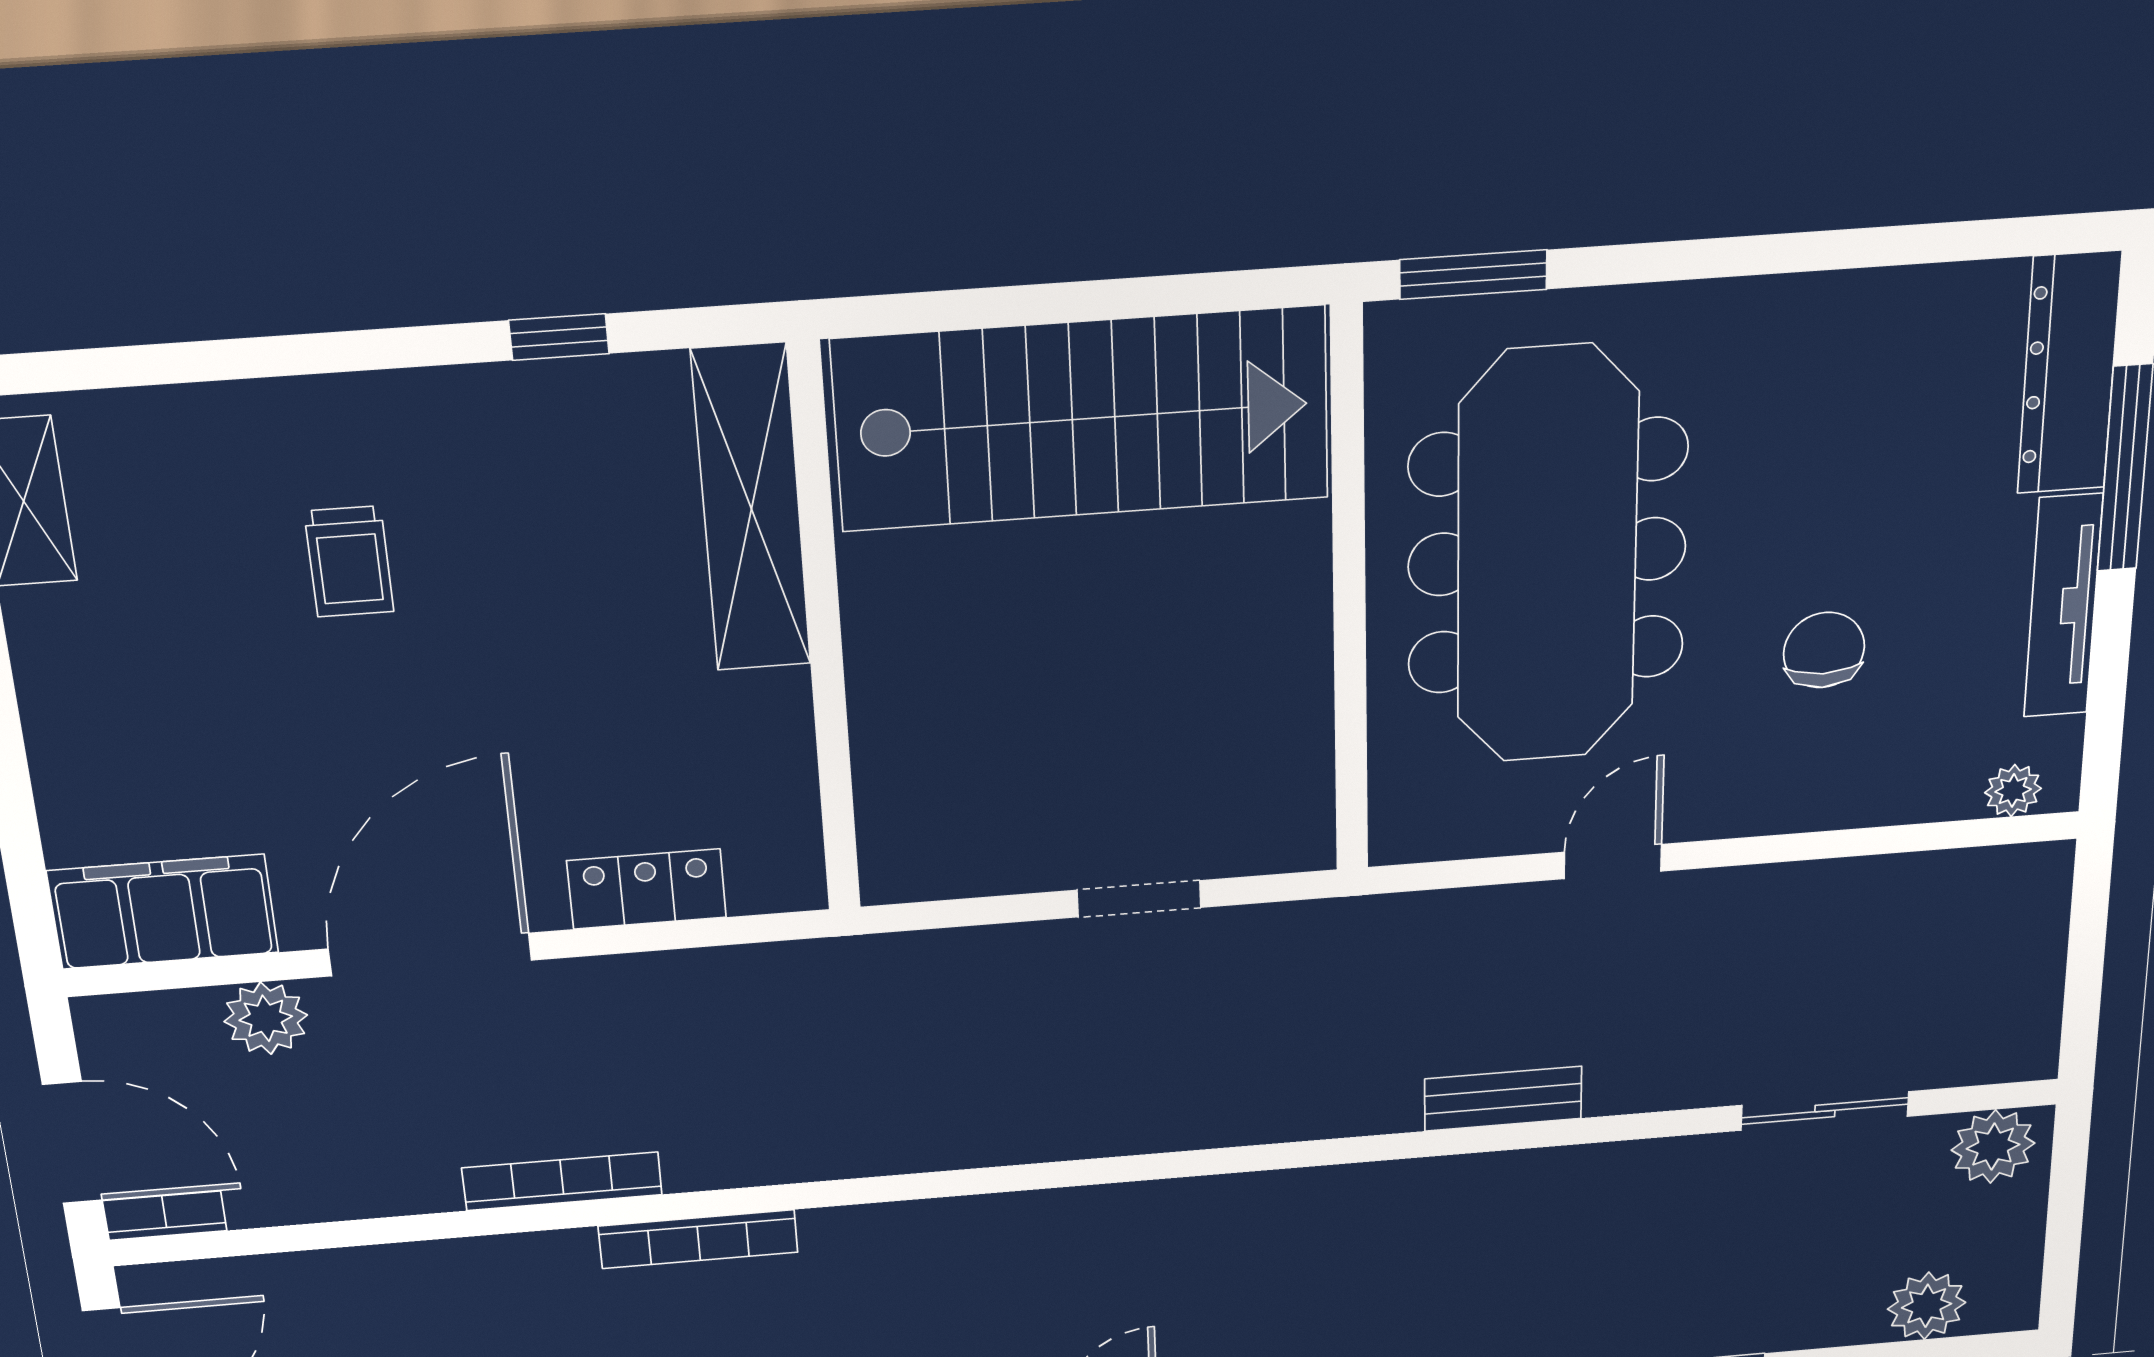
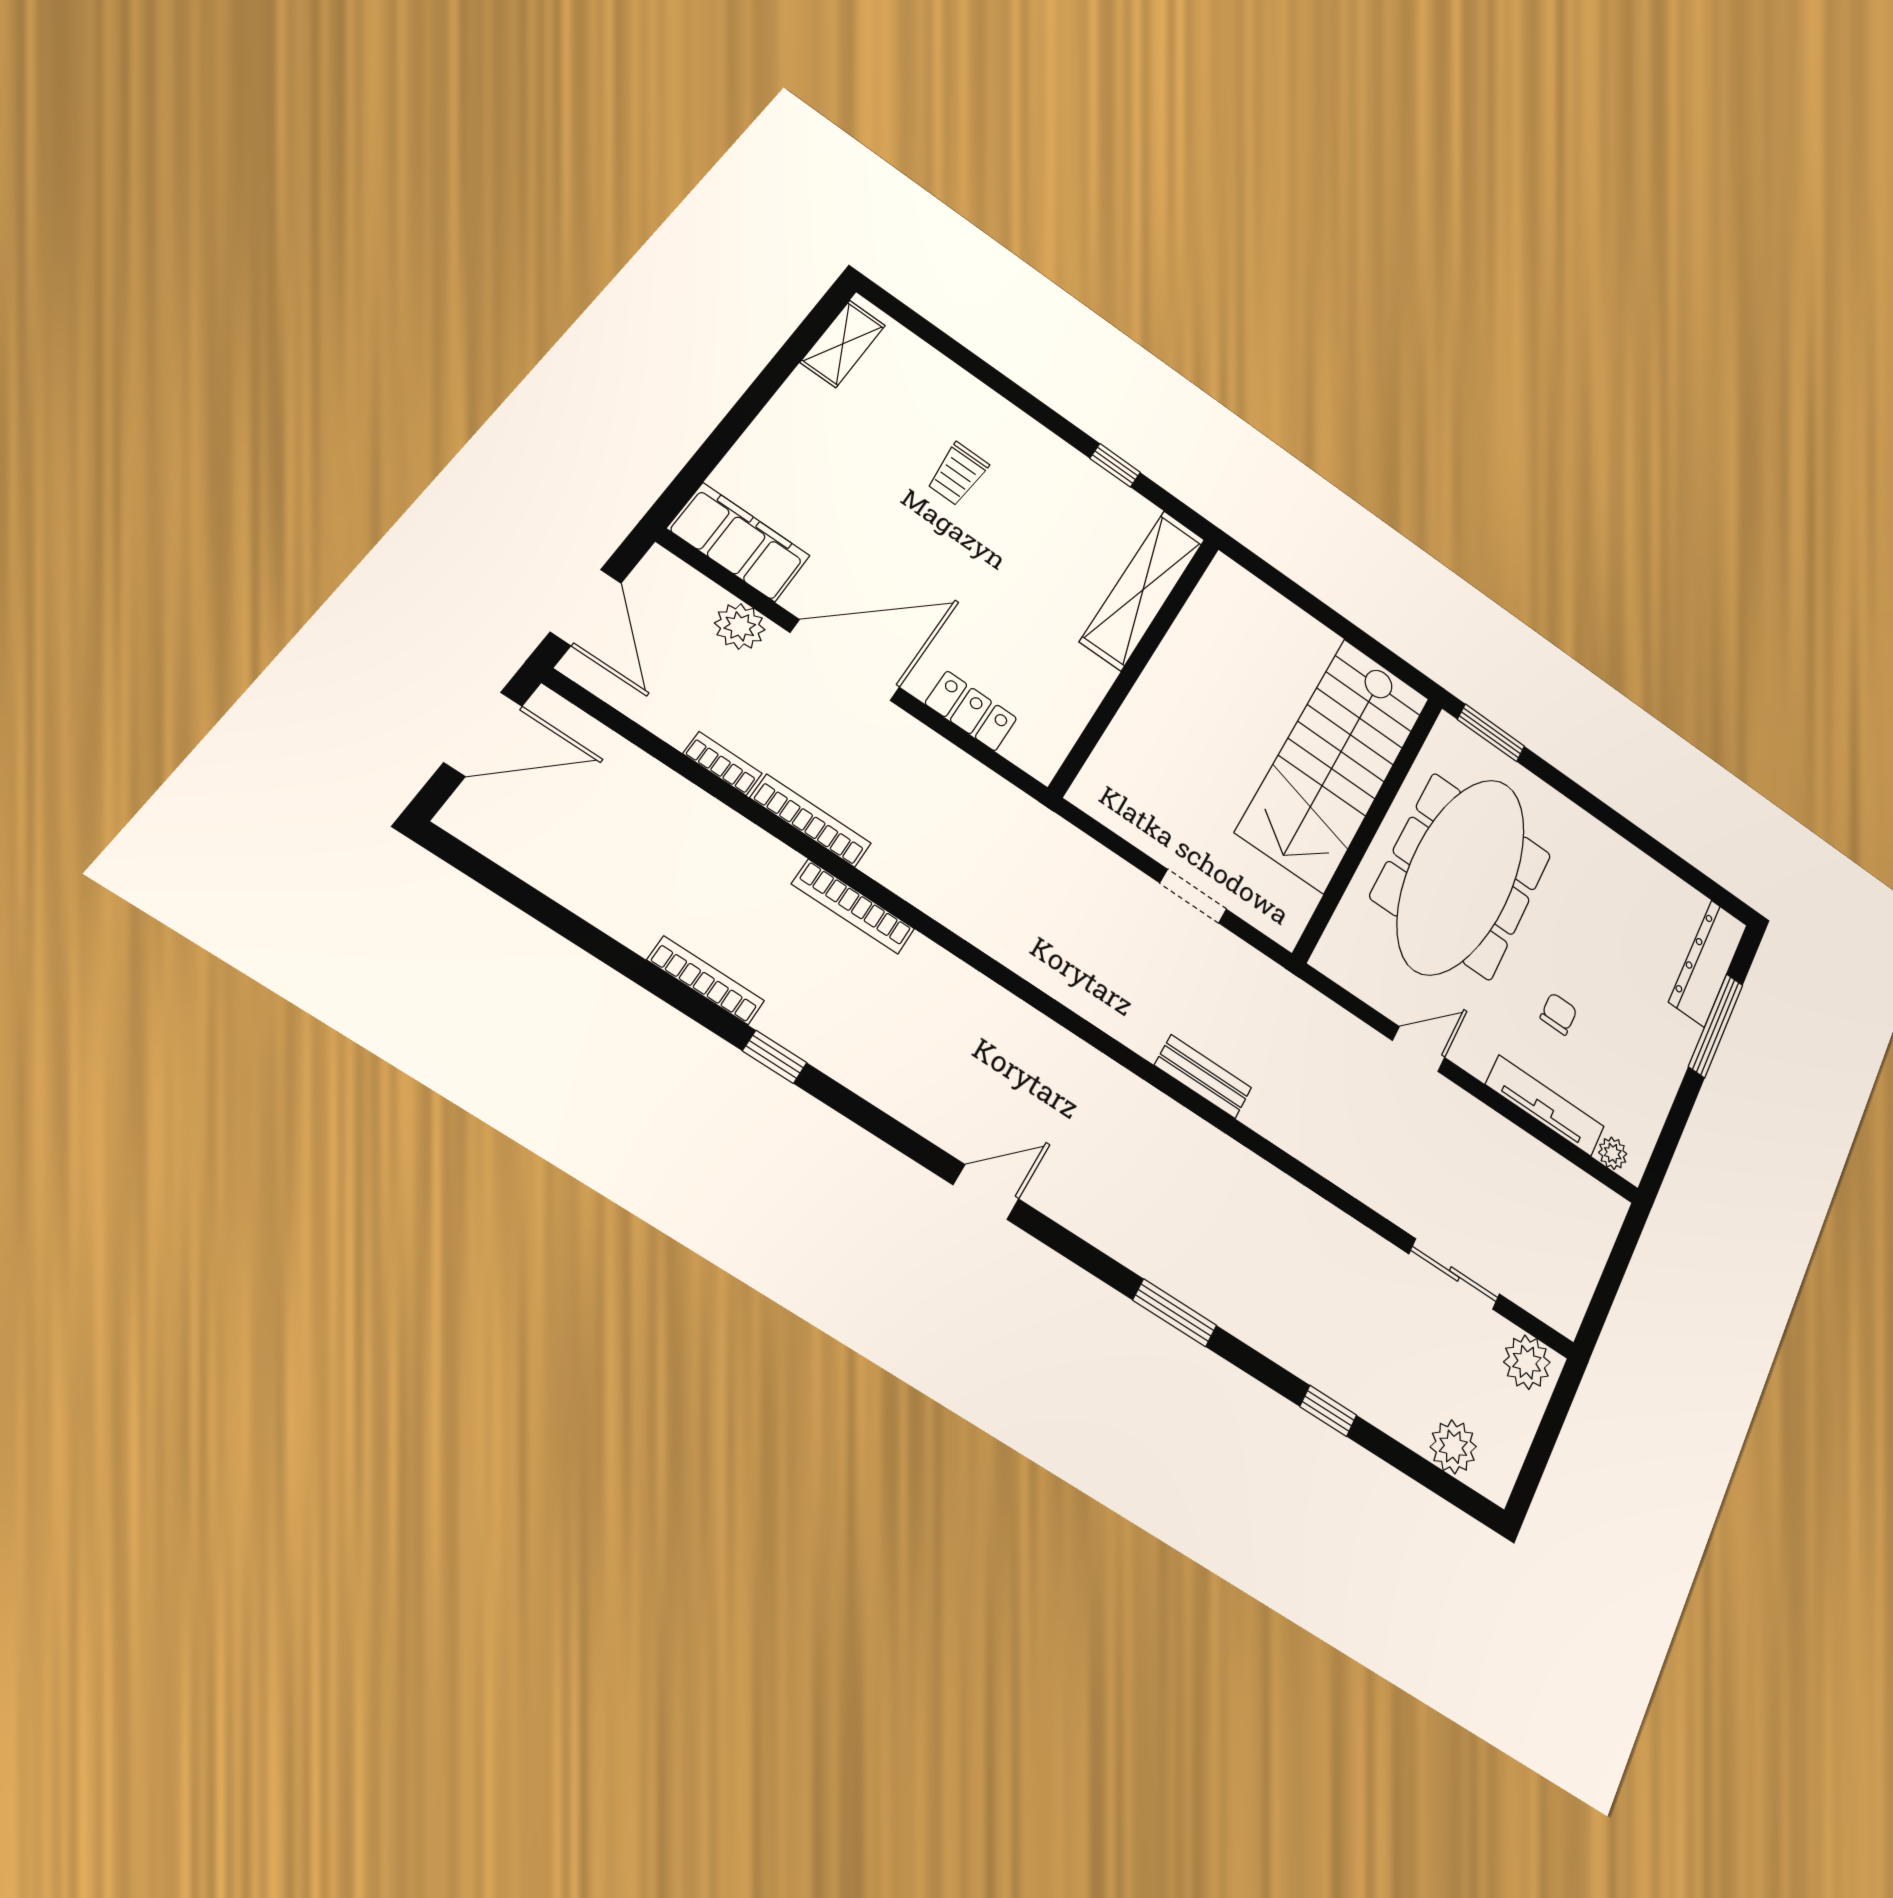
stairs: (1082, 419) -> (1334, 764), moved, turned 90
tv unit: (2063, 606) -> (1545, 1106), moved, turned 90
chair: (1824, 650) -> (1559, 1014), width x0.73, depth x0.73
bench: (1503, 1099) -> (1203, 1077), moved
bookcase: (165, 1216) -> (723, 764), moved

